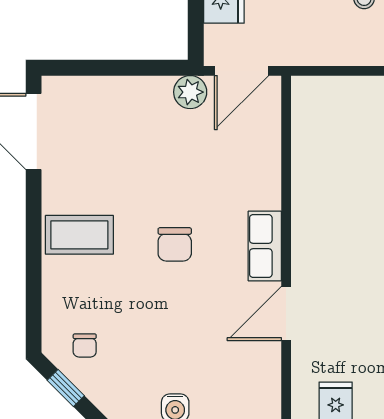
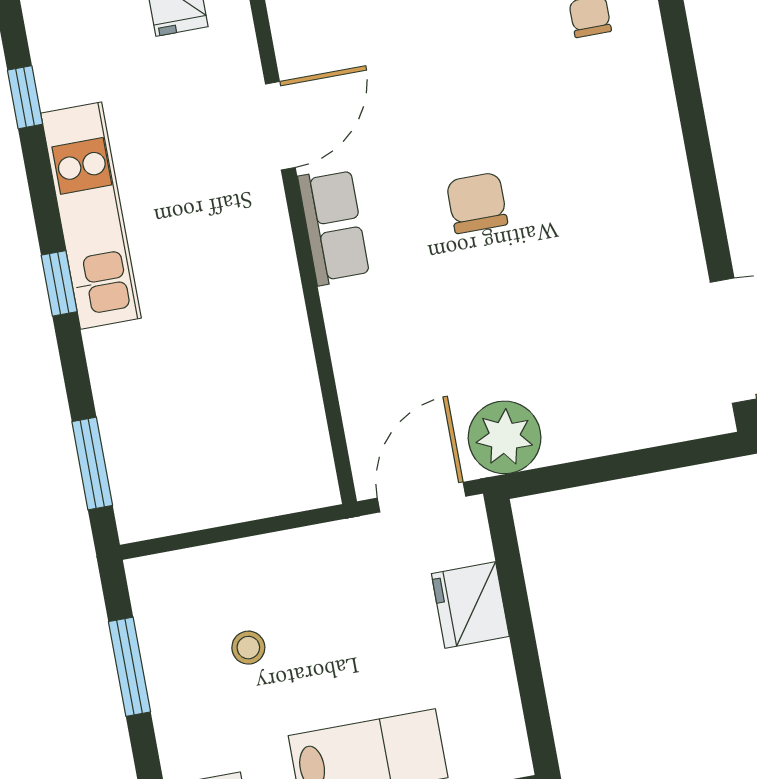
plant: (190, 92) -> (505, 437), width x1.36, depth x1.36
coffee table: (79, 235) -> (631, 190), removed

